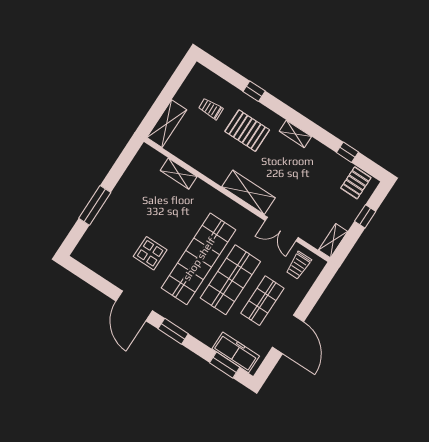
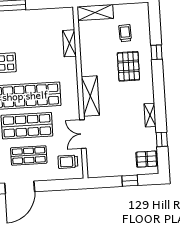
shelving: (295, 134) -> (150, 115), moved
shelving: (333, 241) -> (100, 172), removed

